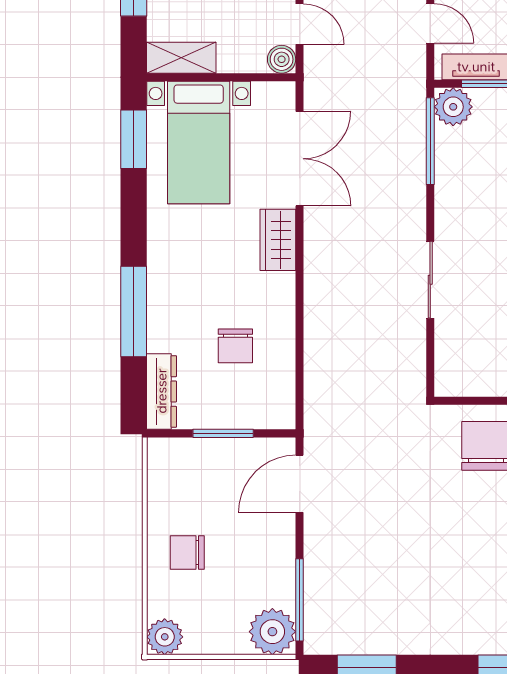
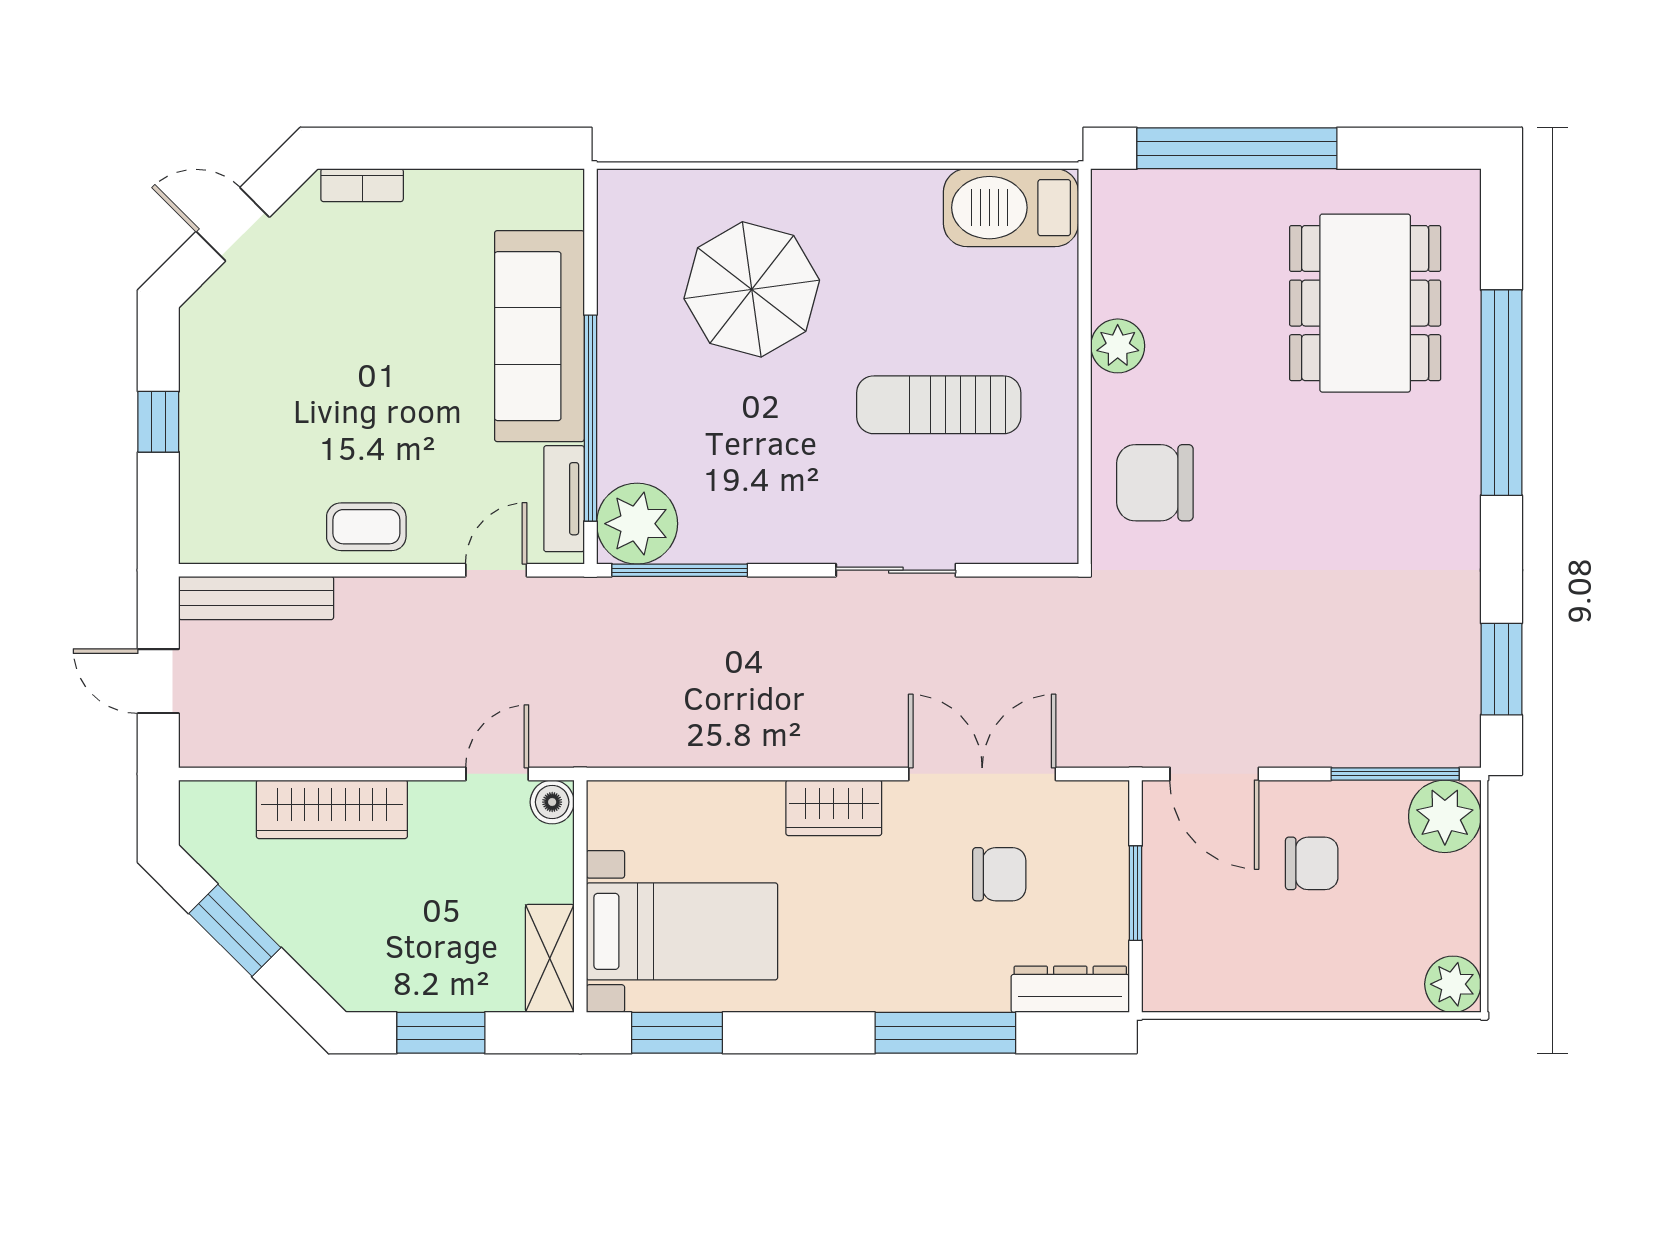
plant: (453, 107) -> (637, 524), width x1.36, depth x1.36
double door: (300, 159) -> (982, 774), moved
chair: (187, 553) -> (1312, 863), moved, turned -90

